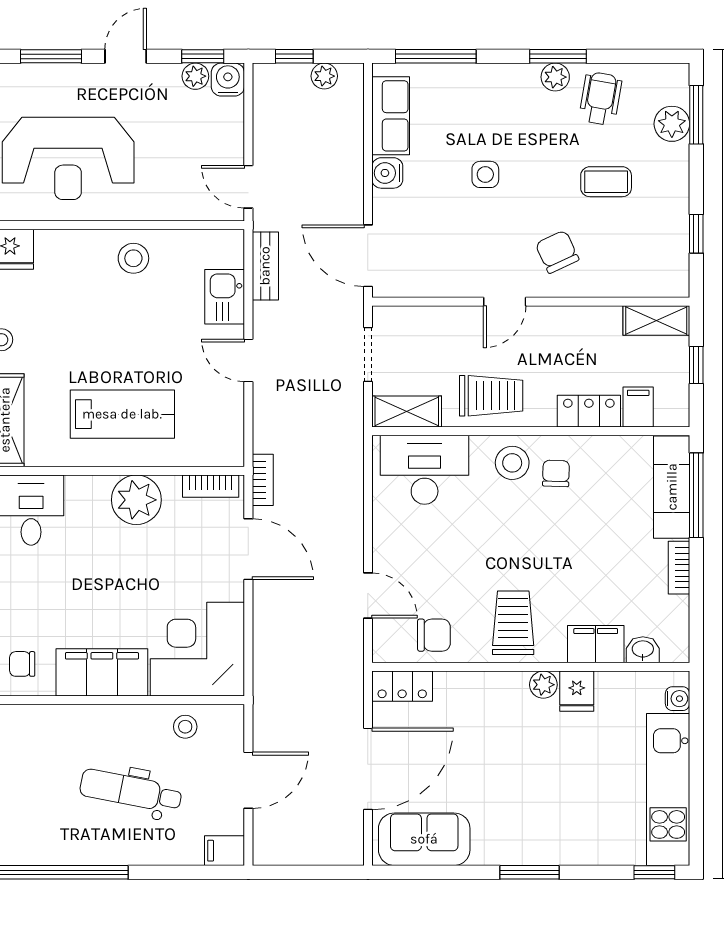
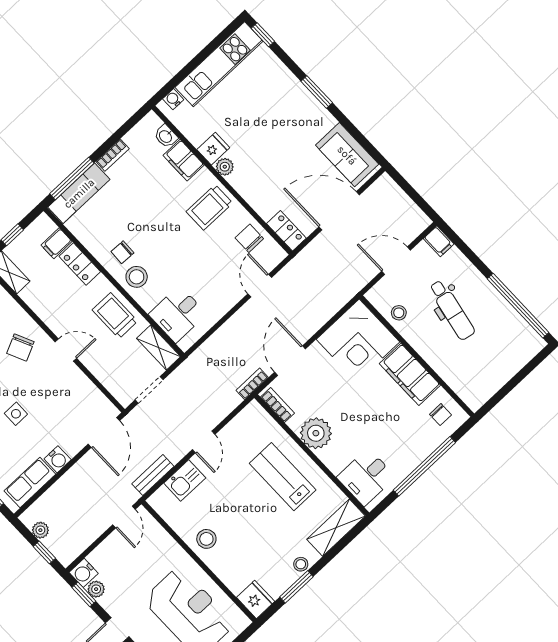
desk: (425, 470) -> (178, 314), width x0.73

